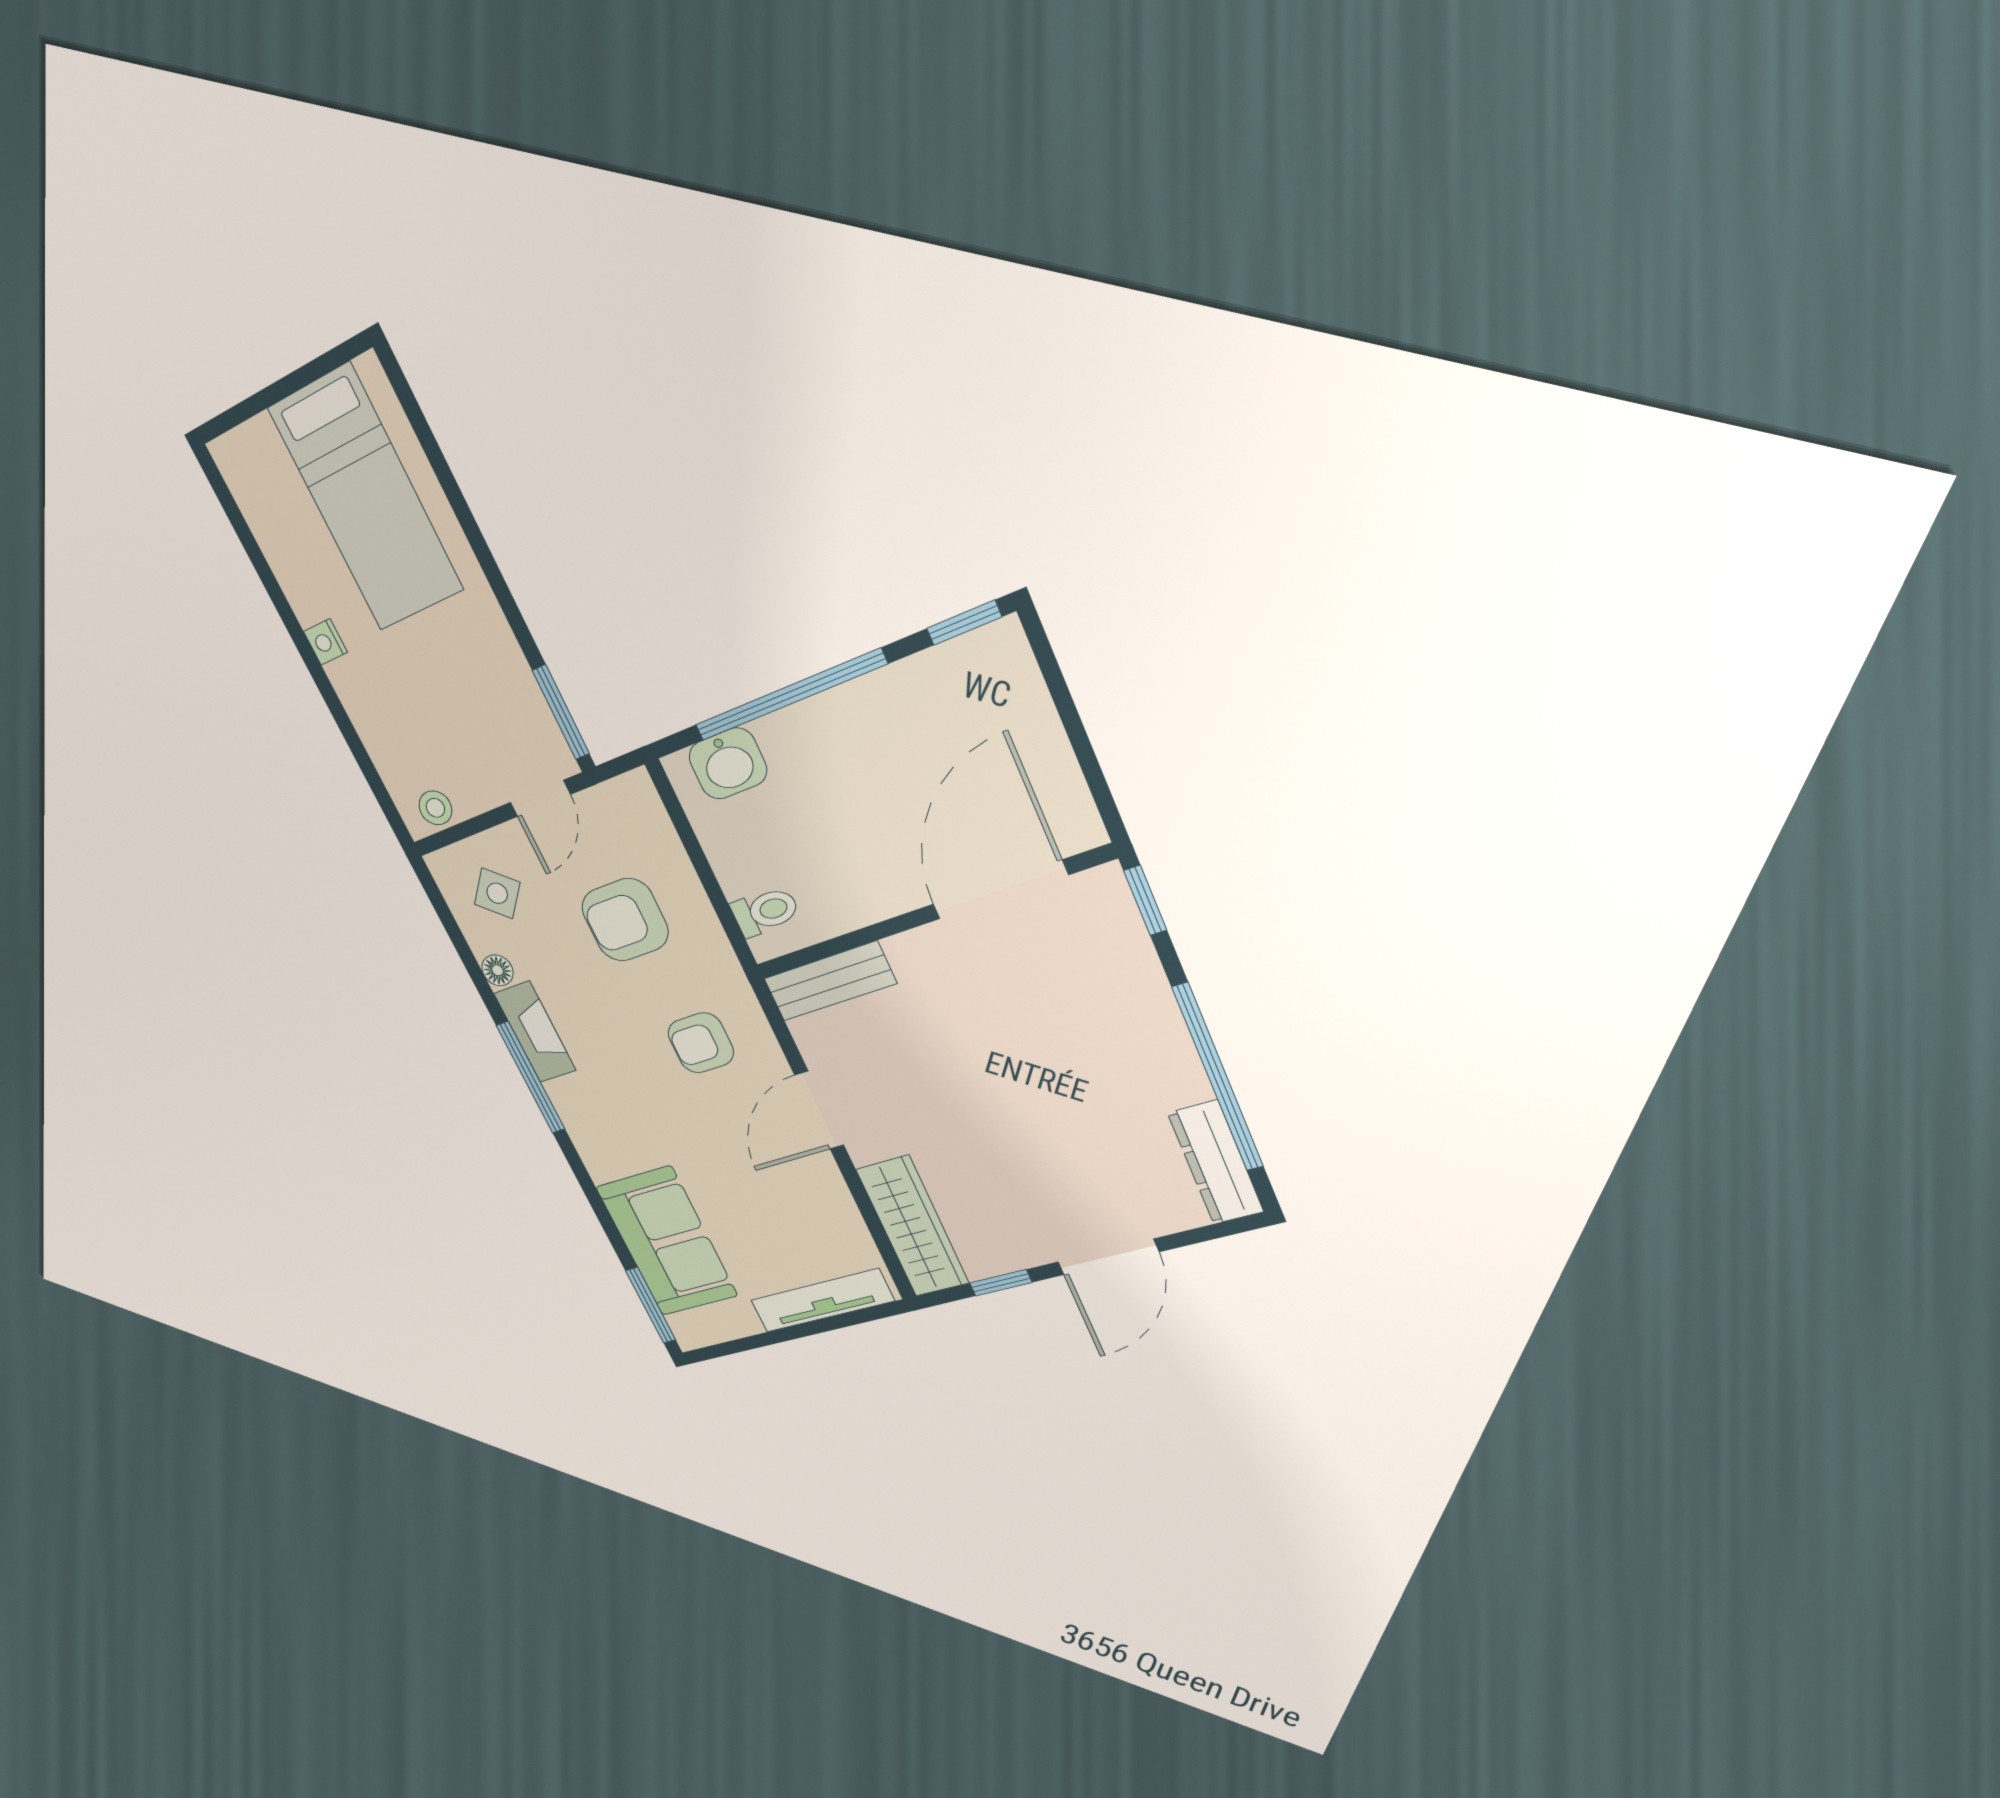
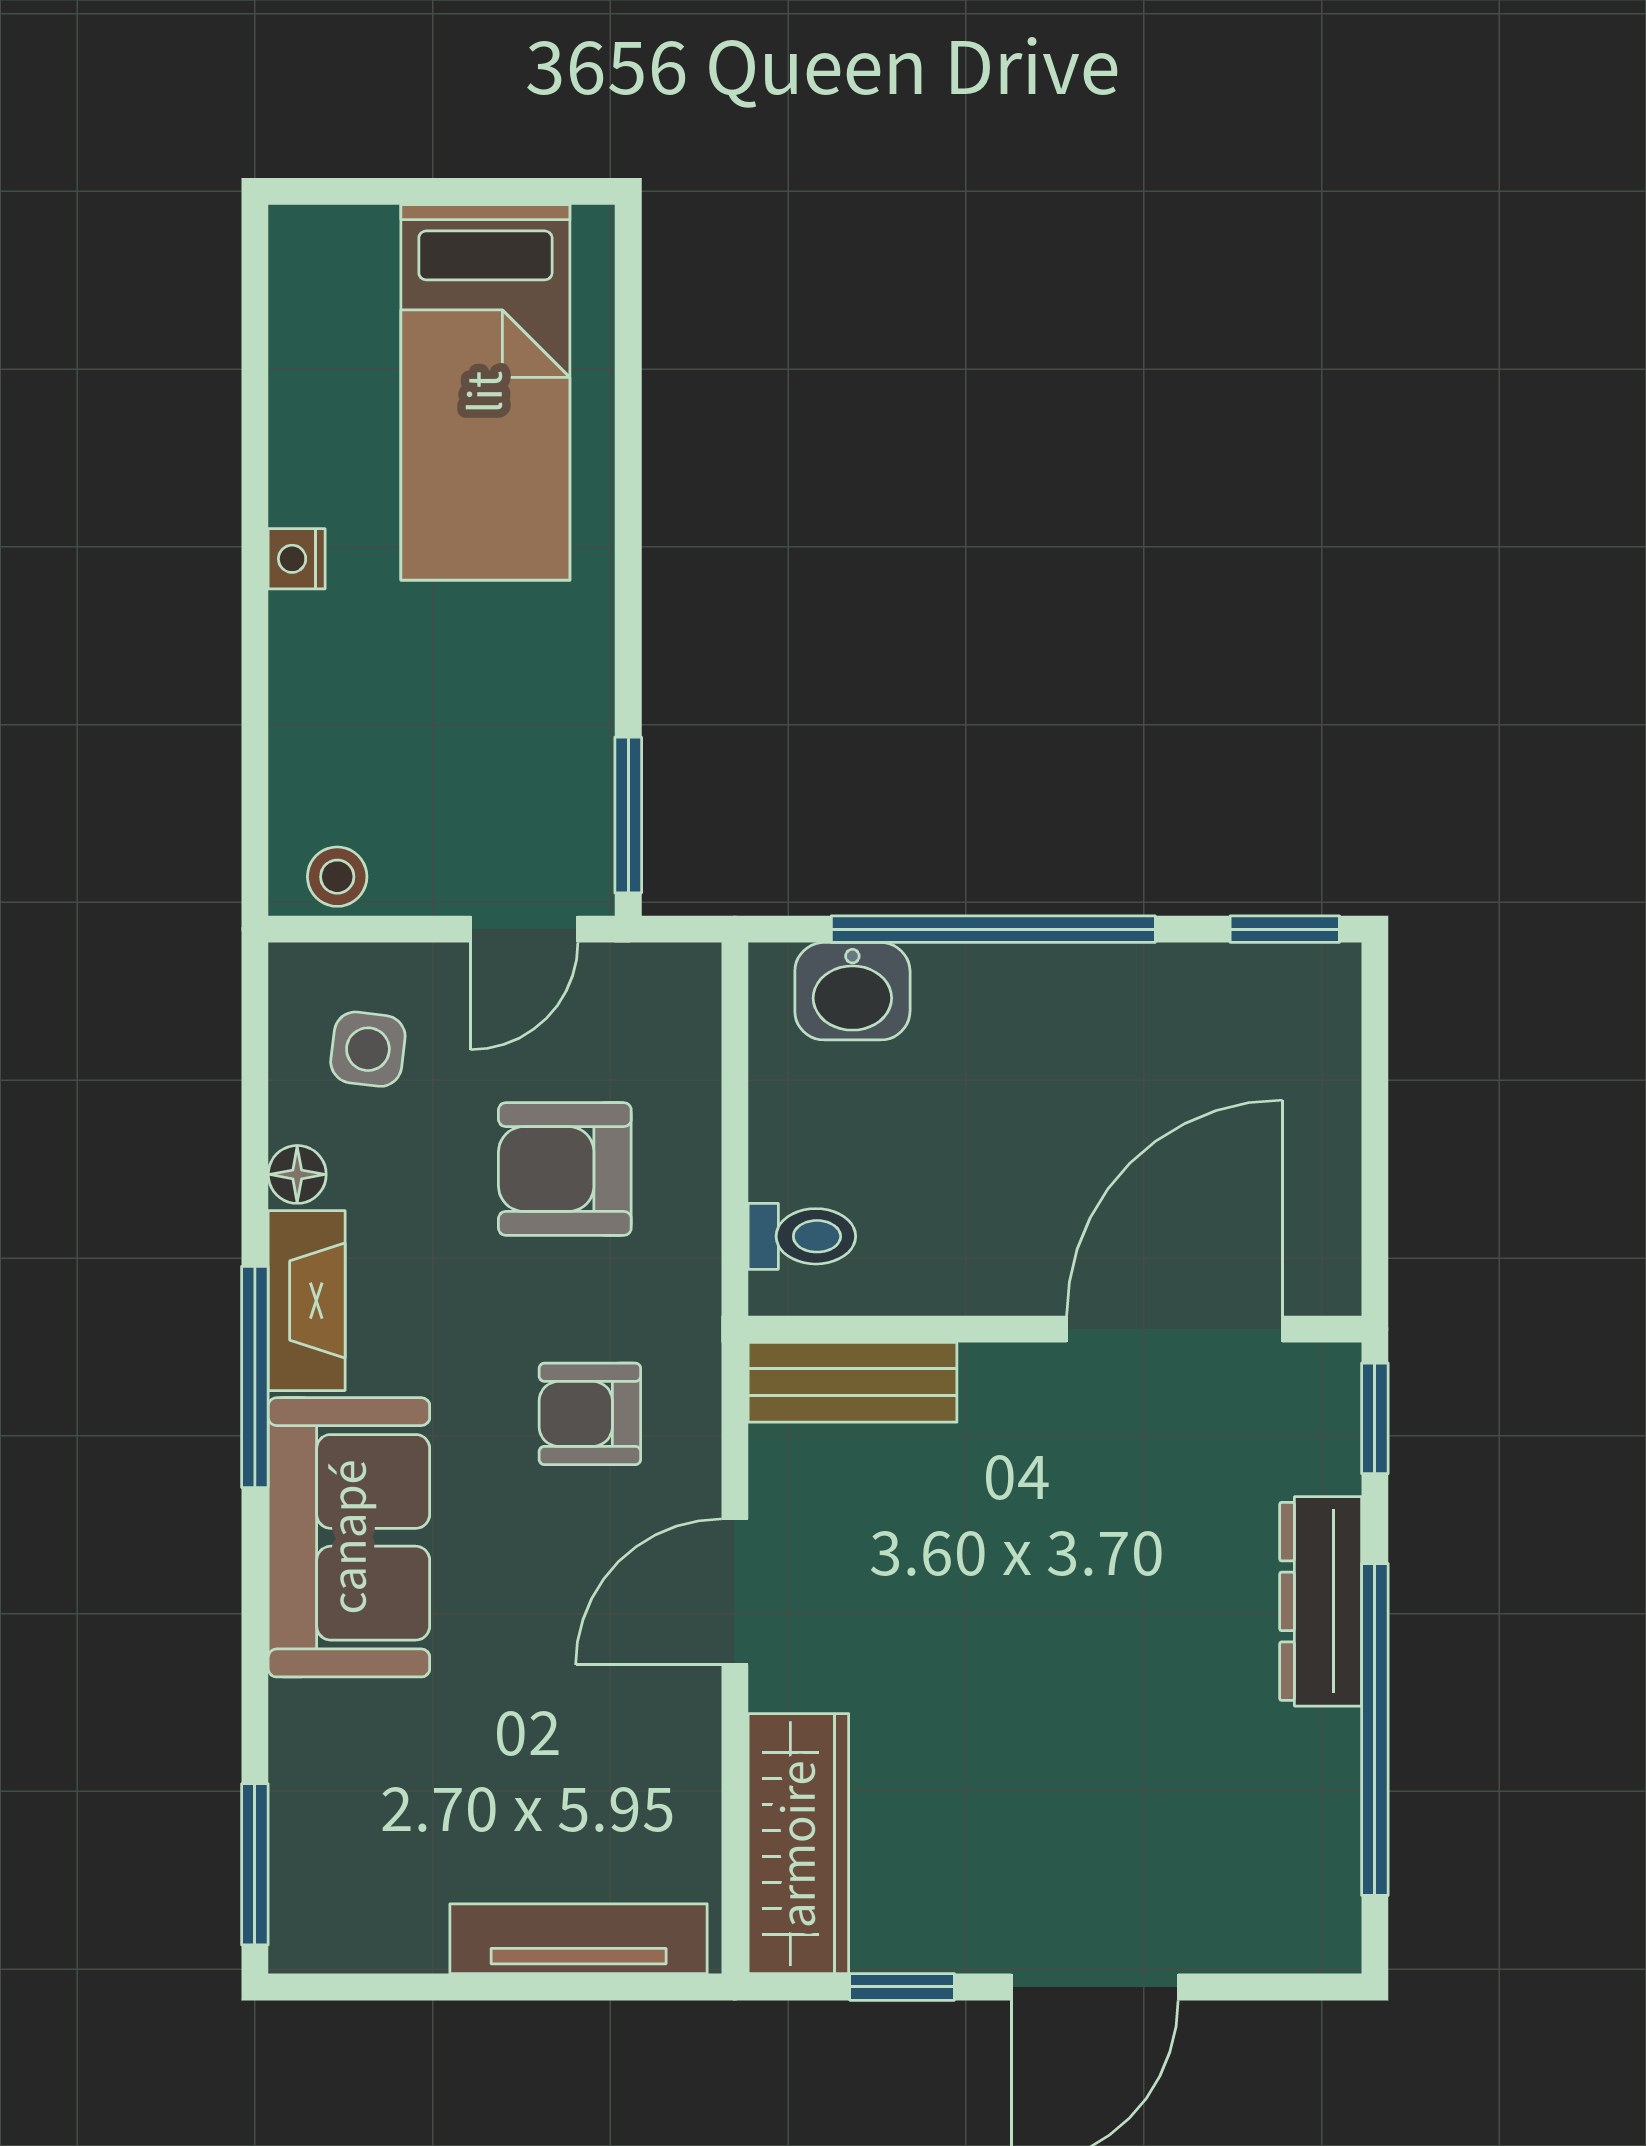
side table: (497, 893) -> (368, 1049), turned -34
dresser: (1216, 1163) -> (1321, 1601), moved
sofa: (667, 1242) -> (349, 1537), moved

